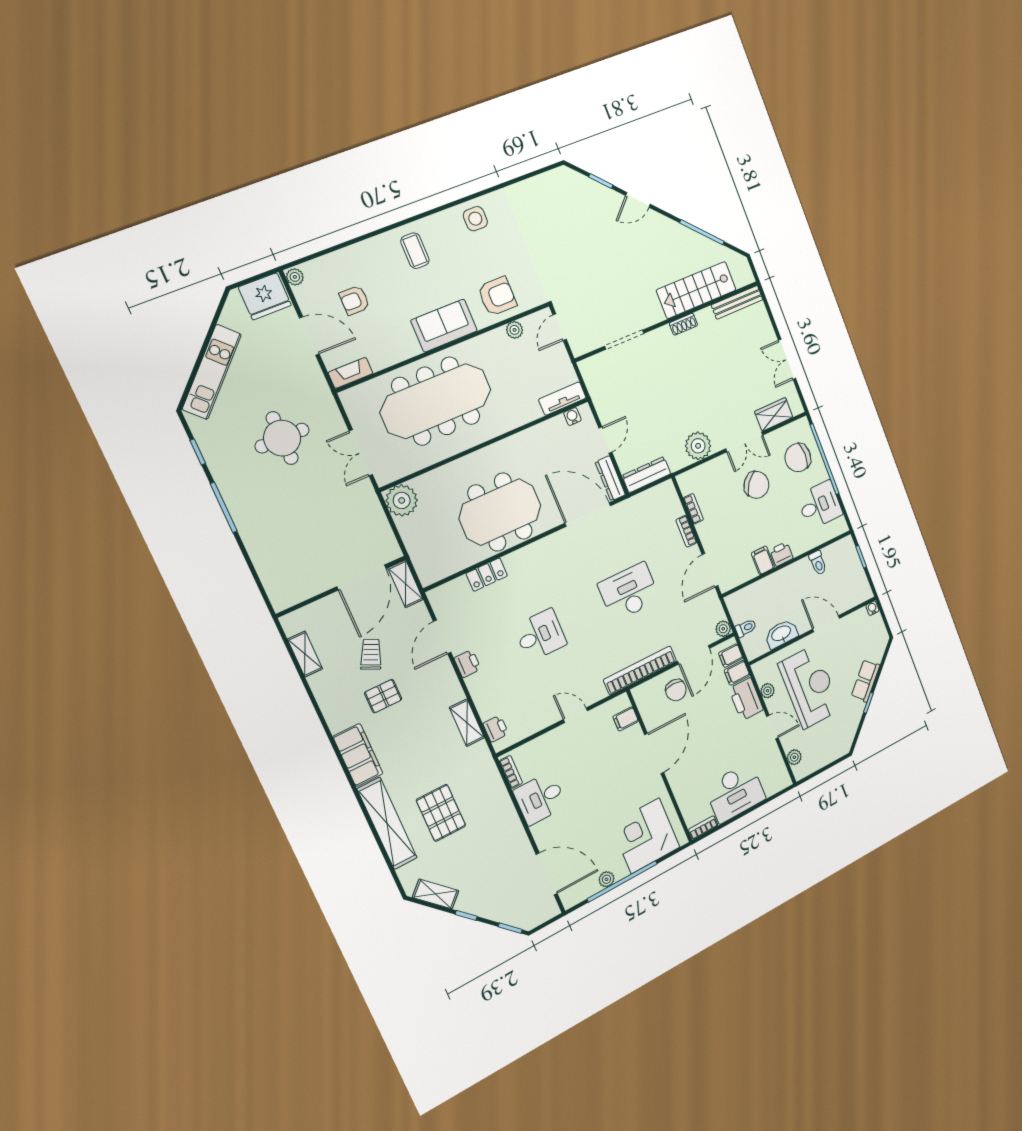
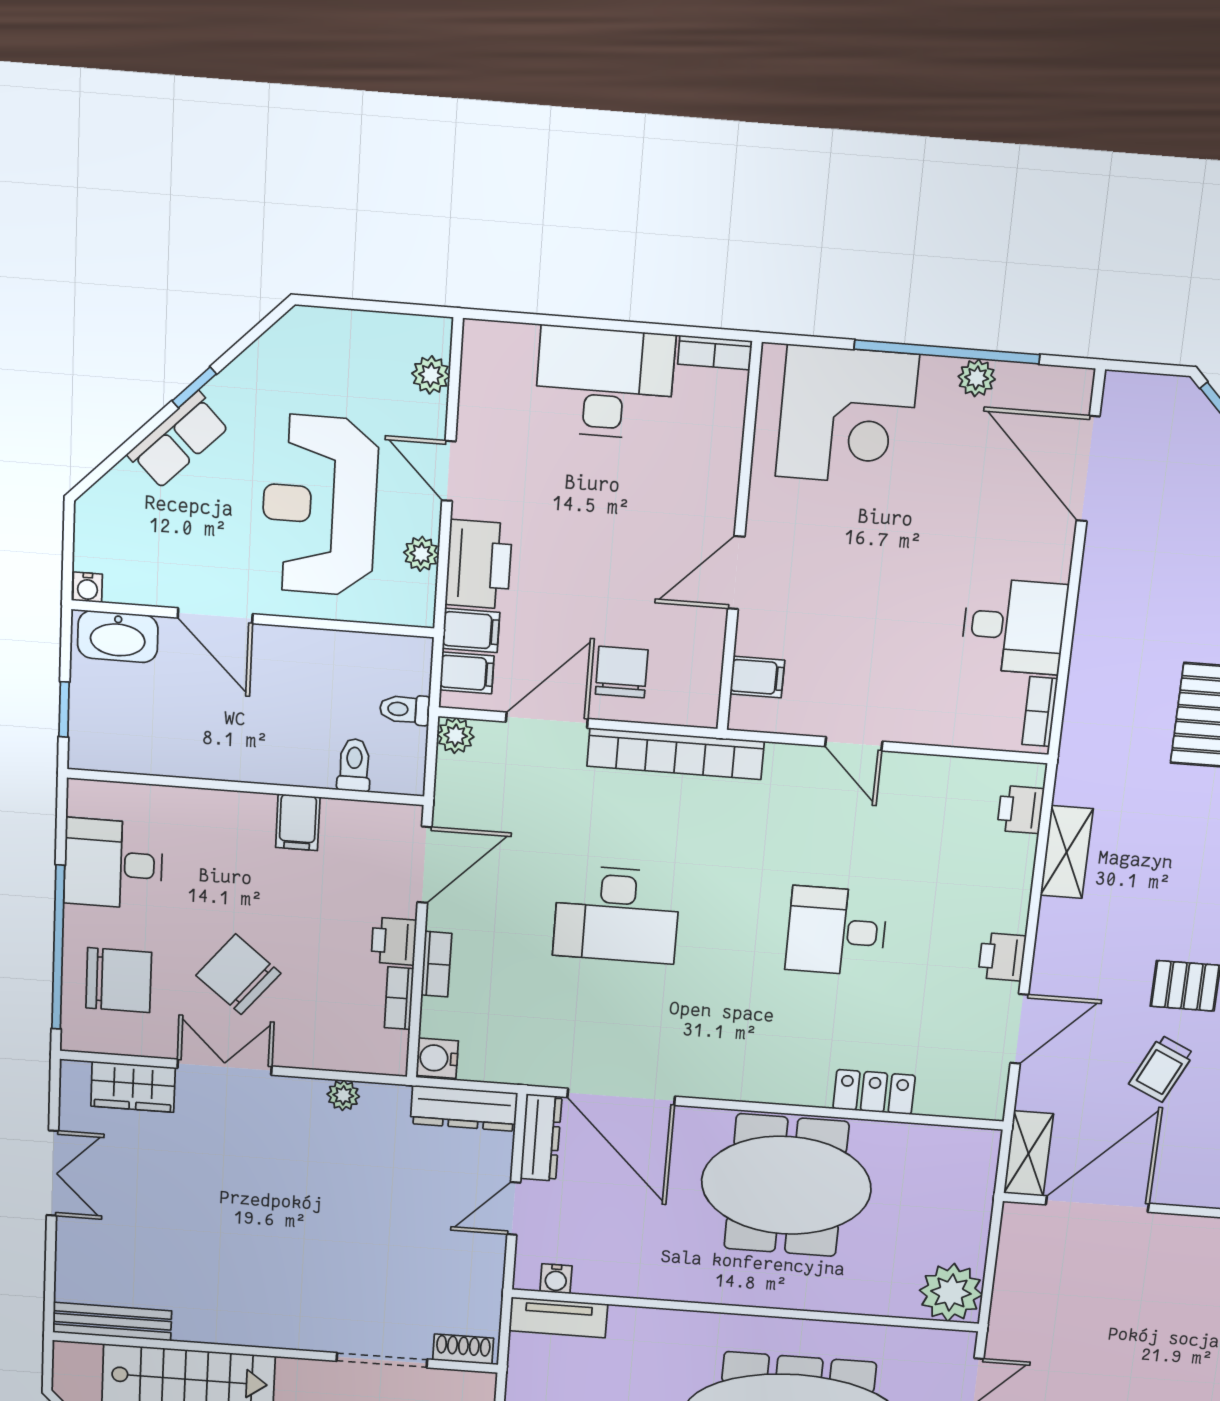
shoe rack: (683, 324) -> (463, 1349), moved
plant: (698, 446) -> (343, 1095), width x0.53, depth x0.53
water cooler: (667, 491) -> (437, 1058), added
printer: (781, 554) -> (394, 941), moved, turned 90
toilet: (818, 563) -> (354, 765), moved
washbasin: (781, 634) -> (118, 637), moved
door: (654, 753) -> (736, 573), width x0.73

